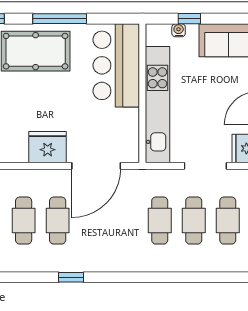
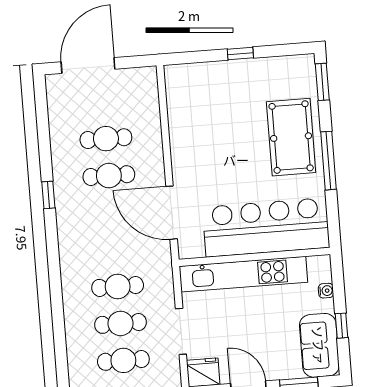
window: (189, 19) -> (341, 326), moved
bar counter: (116, 65) -> (266, 227), width x1.36
fridge: (48, 147) -> (188, 158), removed

